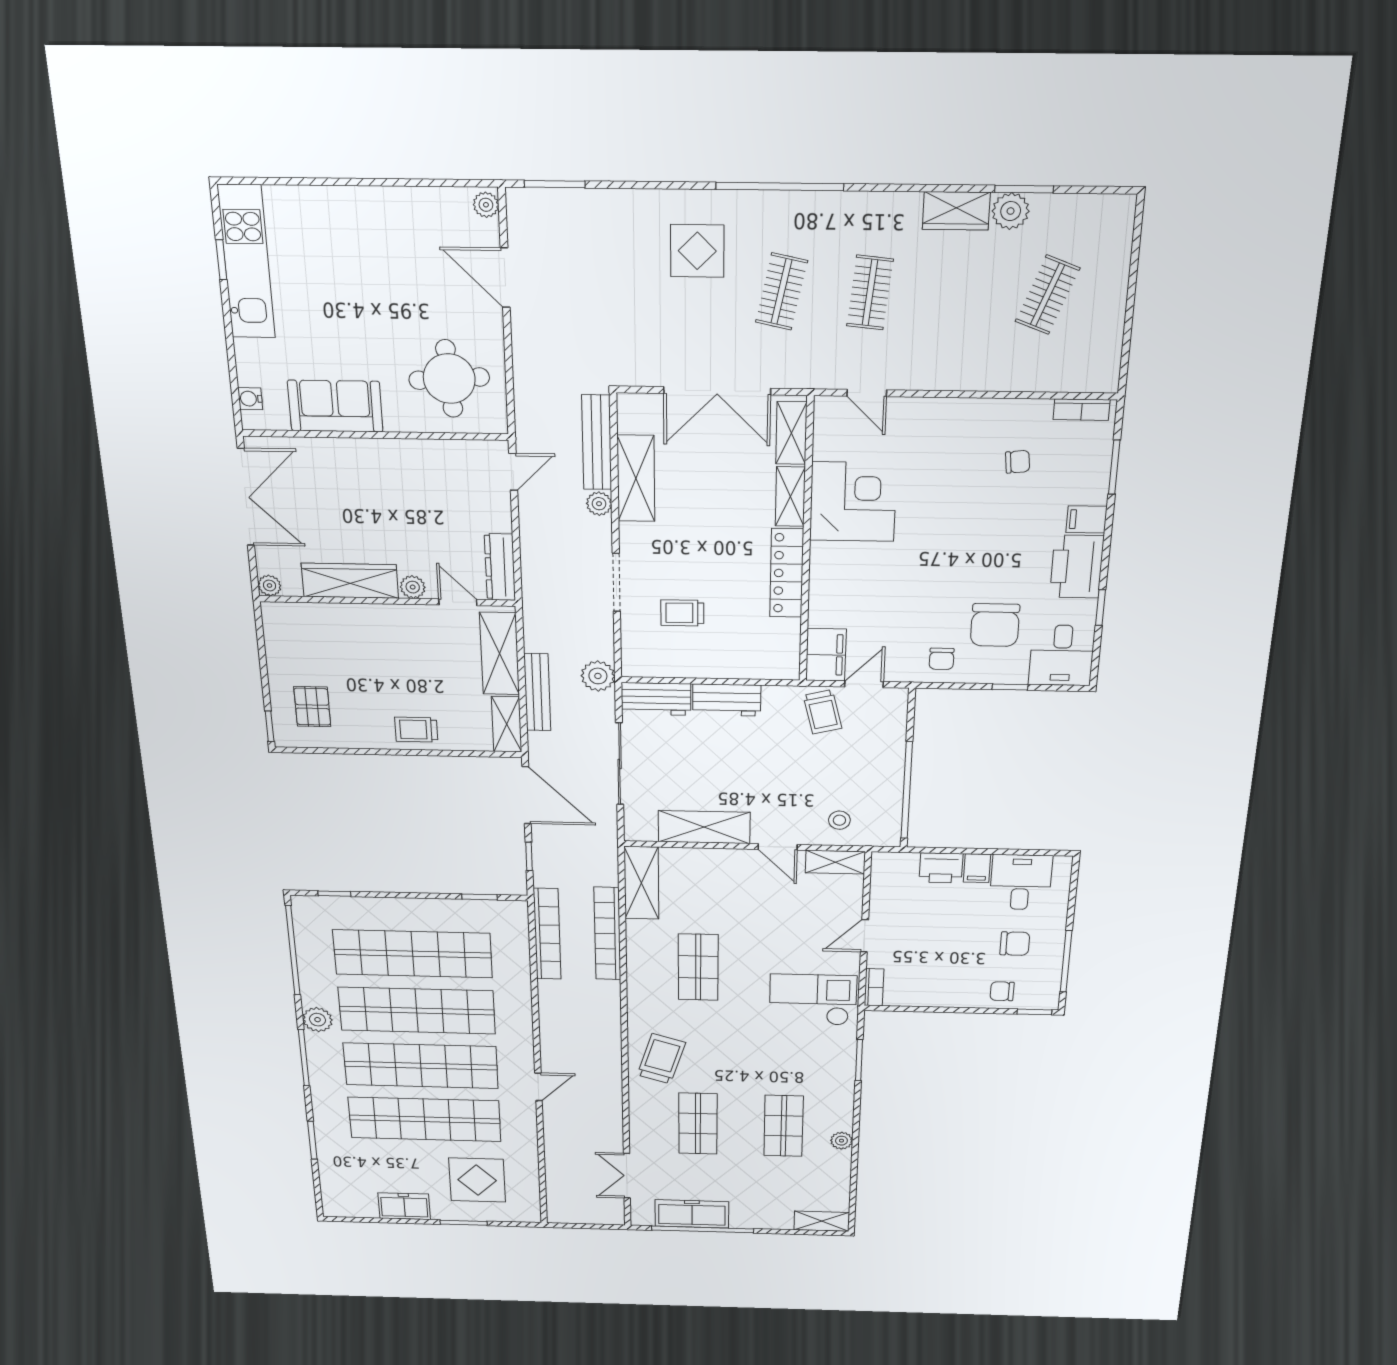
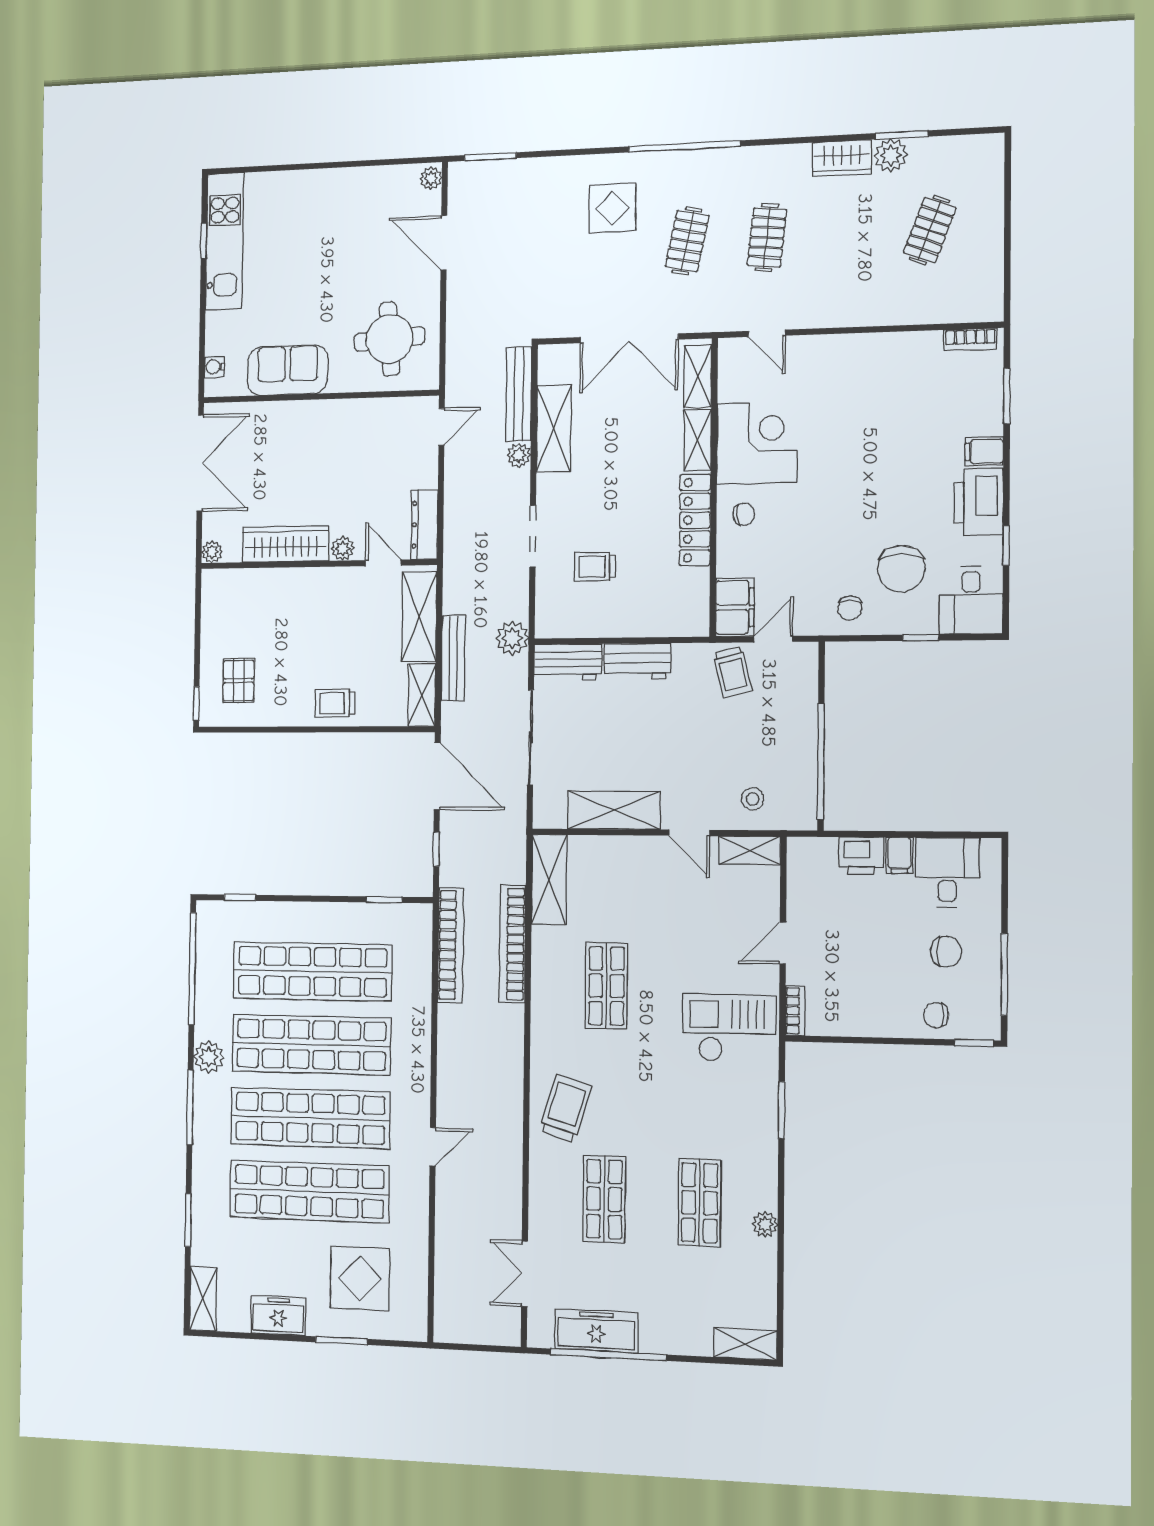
chair: (1018, 462) -> (744, 514), moved
shelving: (333, 1195) -> (203, 1299), added

